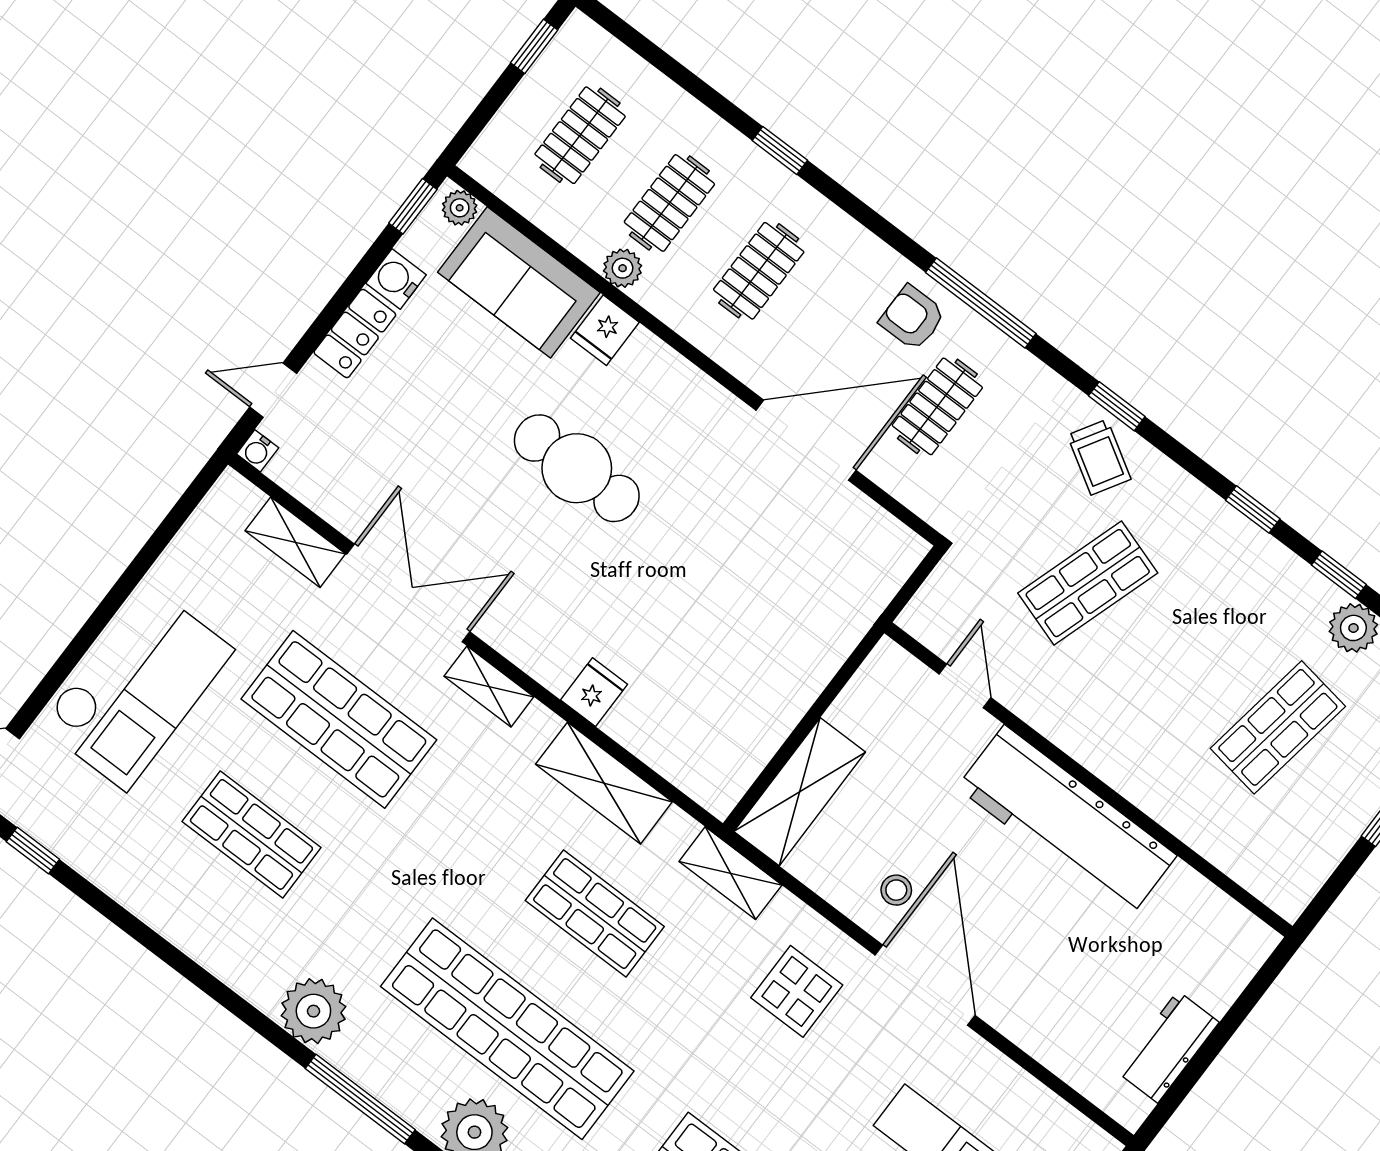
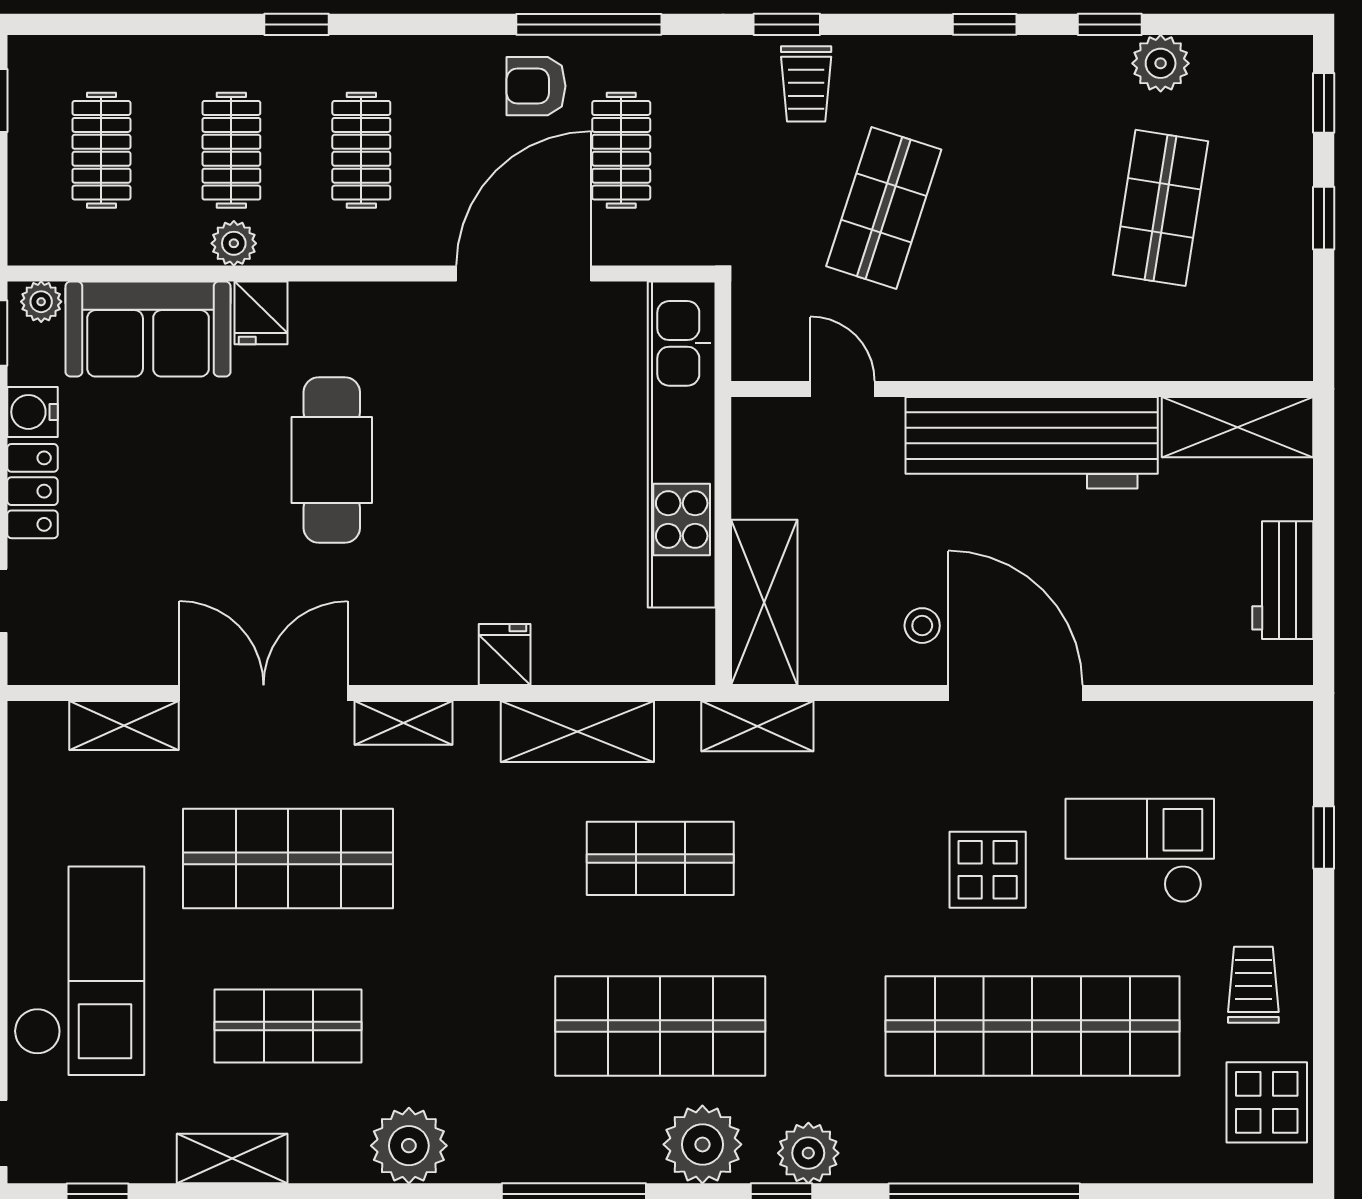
water cooler: (258, 451) -> (25, 668), removed
trolley: (1099, 457) -> (806, 84), turned 59
cafe table: (577, 468) -> (332, 460), turned 90
kitchen unit: (825, 640) -> (682, 444), added
shelving: (144, 896) -> (232, 1159), added
shelving: (1217, 918) -> (1237, 427), added
display table: (797, 991) -> (988, 870), moved
plant: (313, 1011) -> (409, 1146), moved
shop shelf: (507, 1029) -> (660, 1026), width x0.71

